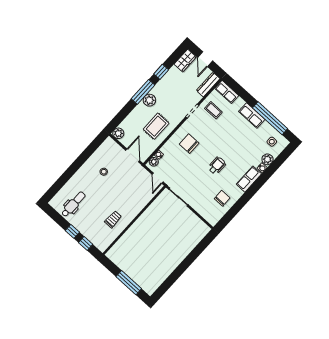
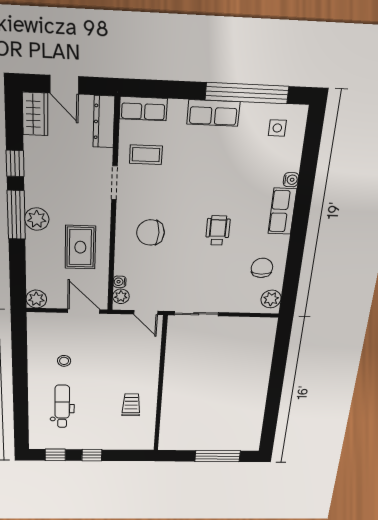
plant: (267, 159) -> (271, 299), moved
dental chair: (73, 204) -> (62, 406), moved
window: (86, 244) -> (55, 455), moved

